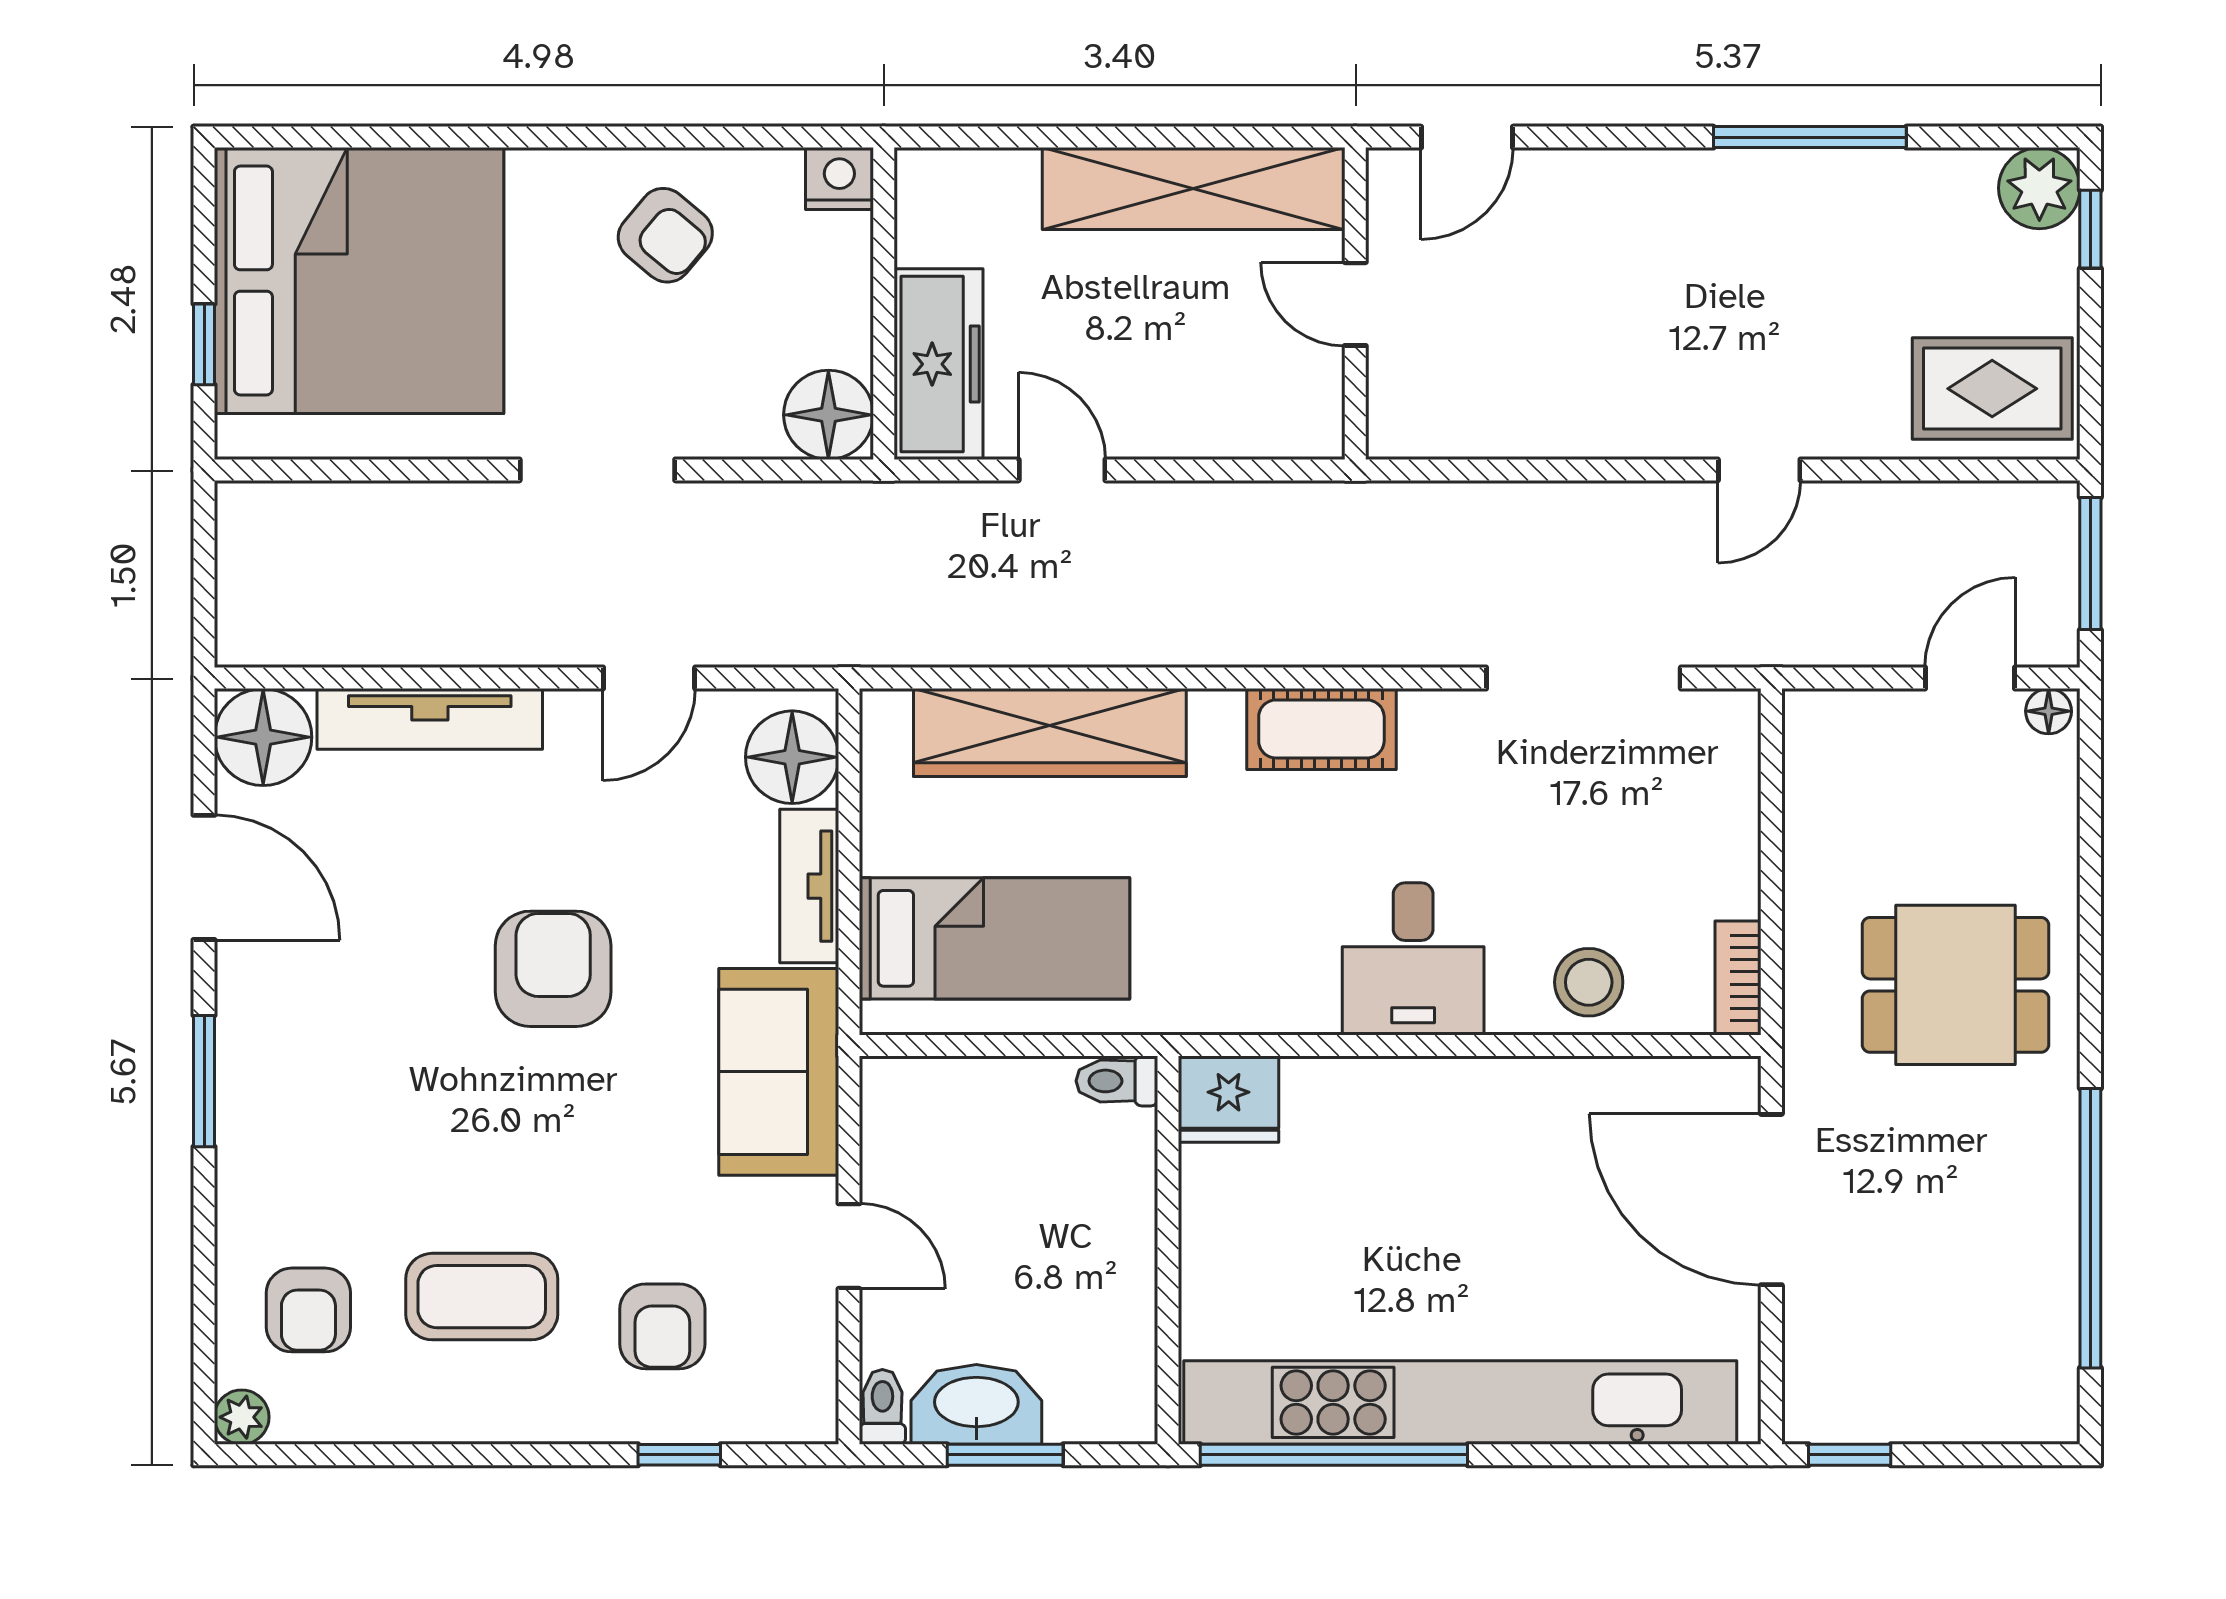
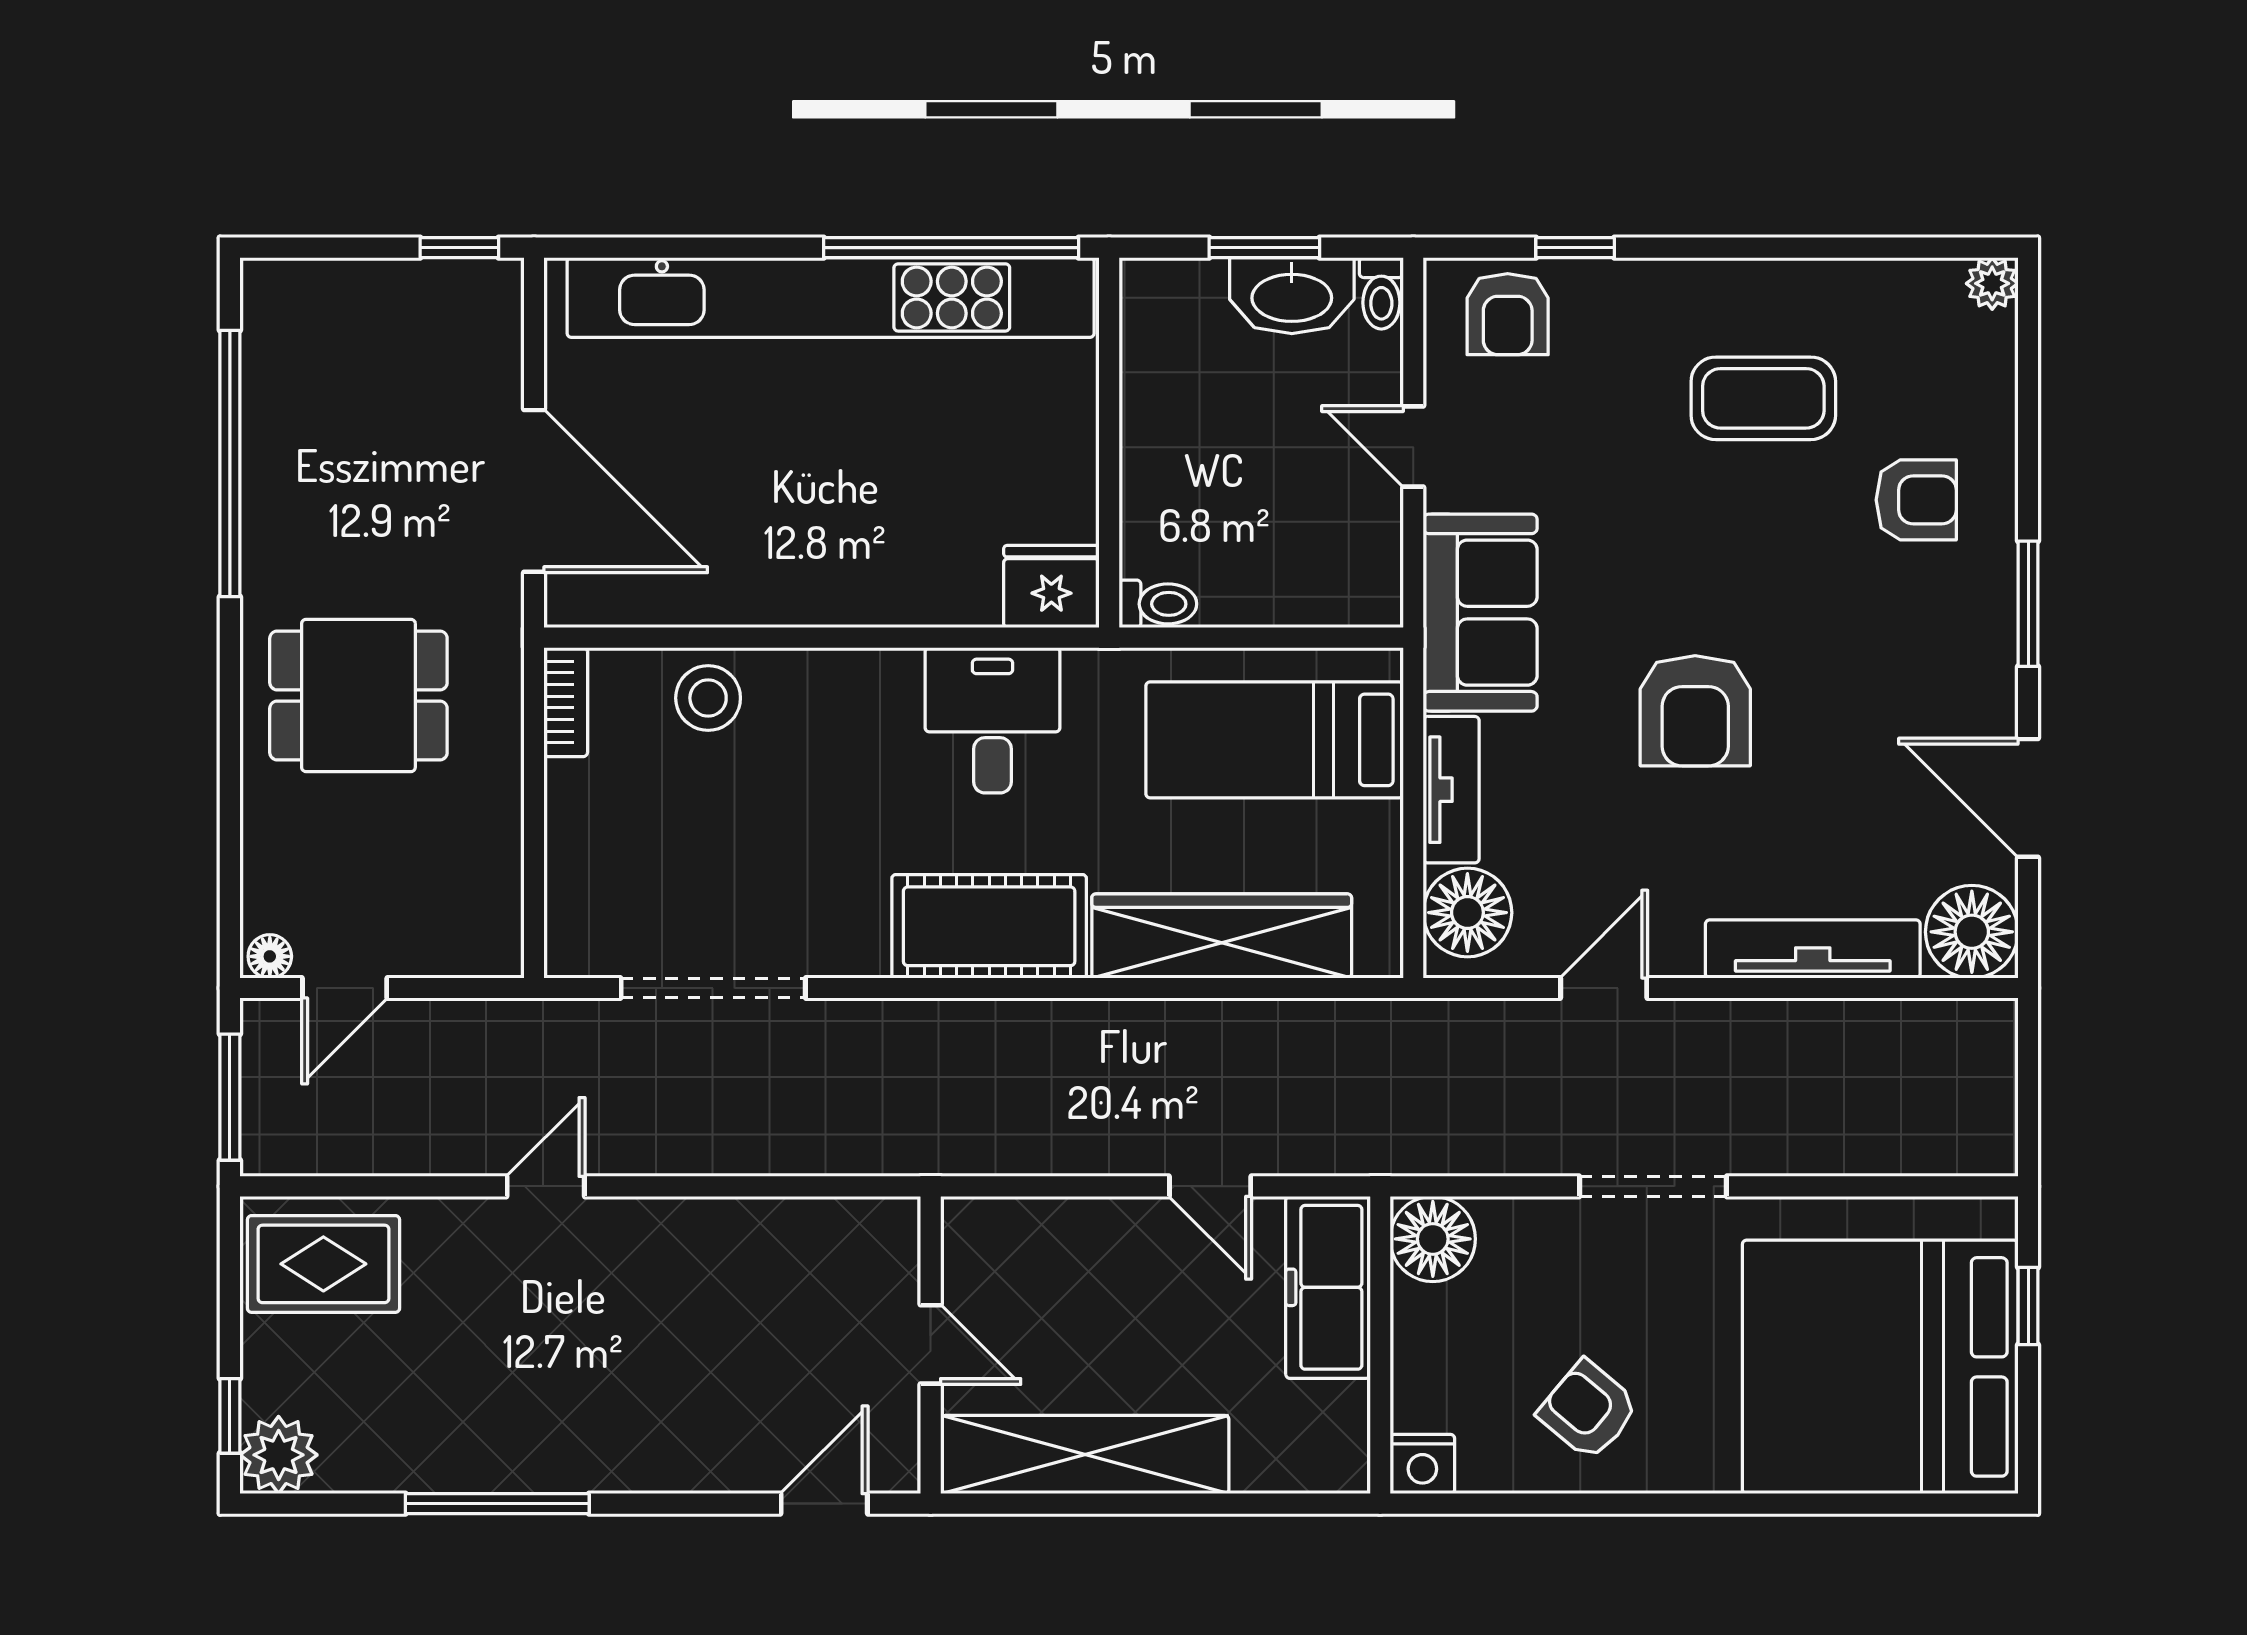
cot: (1321, 729) -> (989, 926), width x1.37, depth x1.34
desk: (1413, 959) -> (992, 720), moved
armchair: (308, 1310) -> (1916, 500), moved, turned 90
armchair: (662, 1326) -> (1508, 314), moved, turned 180

